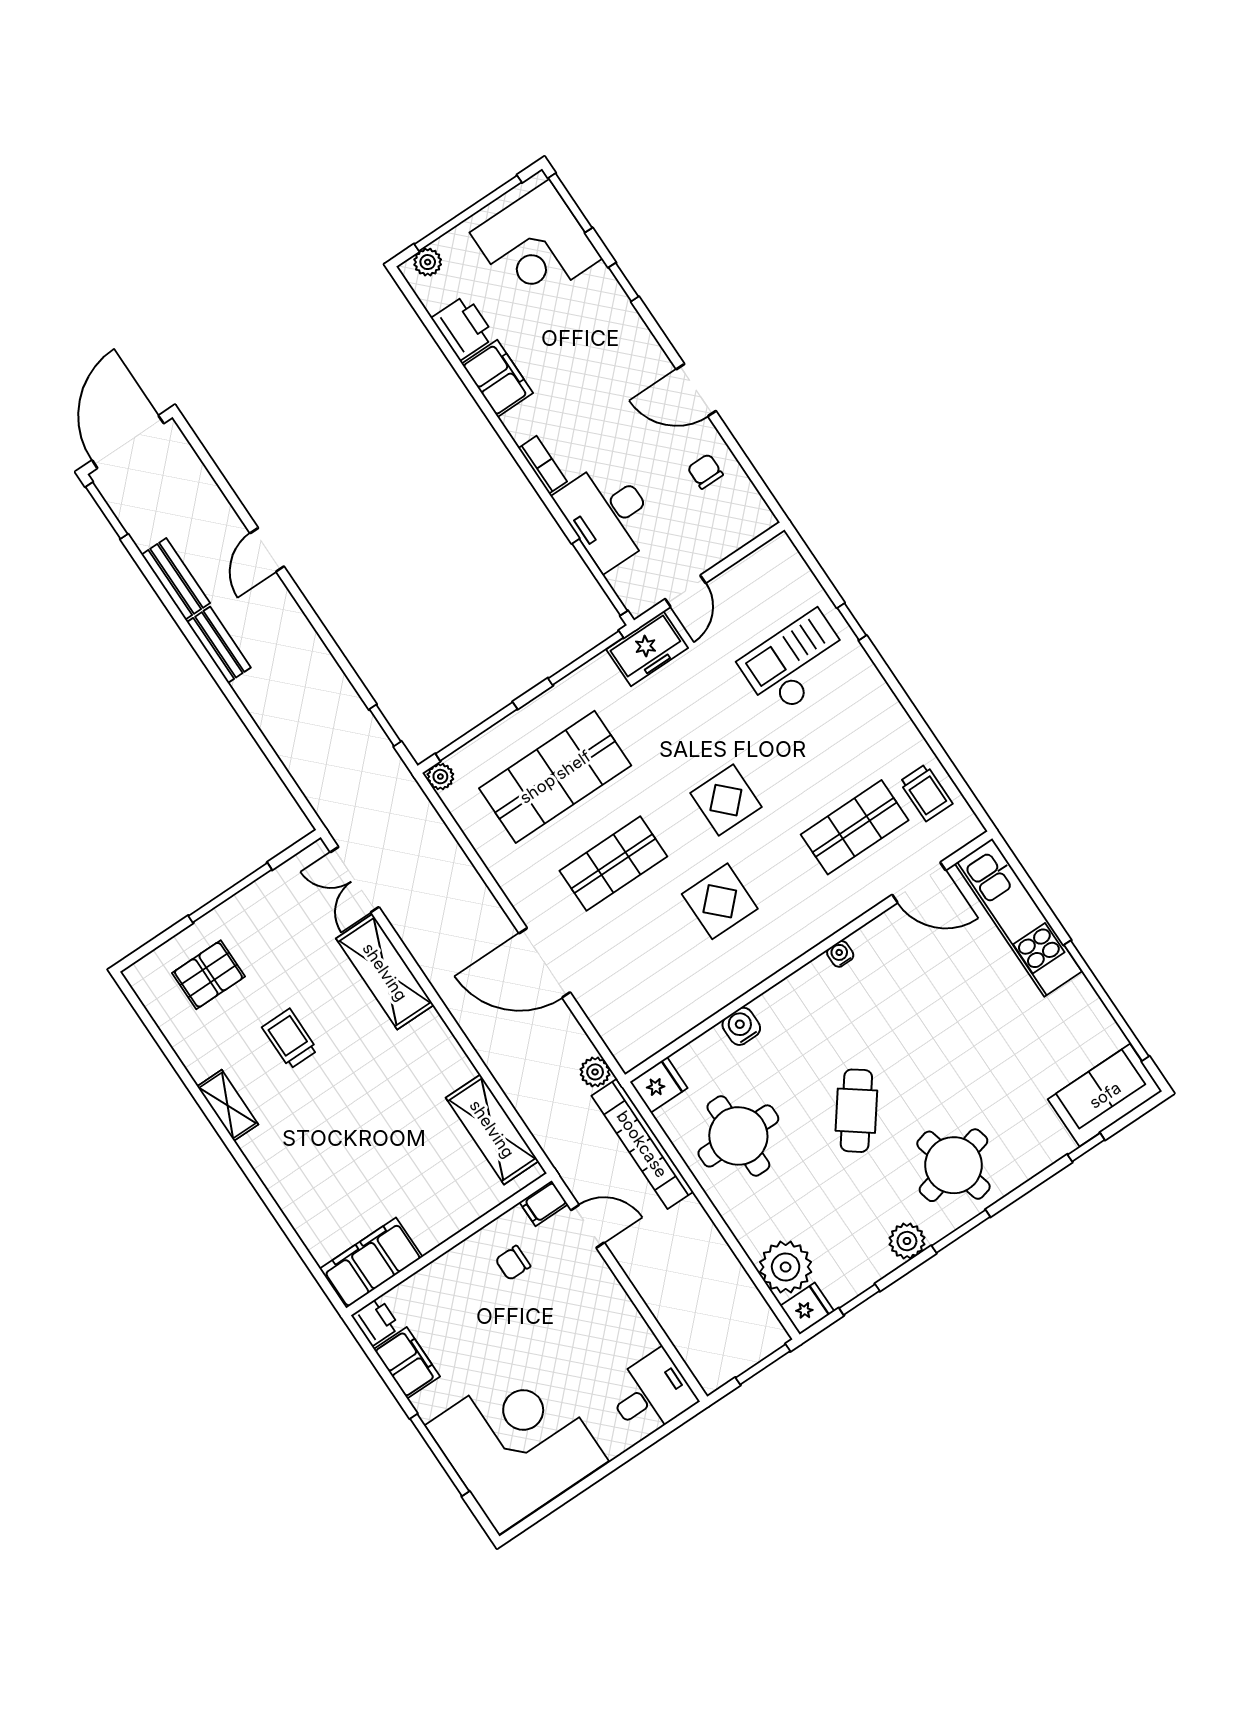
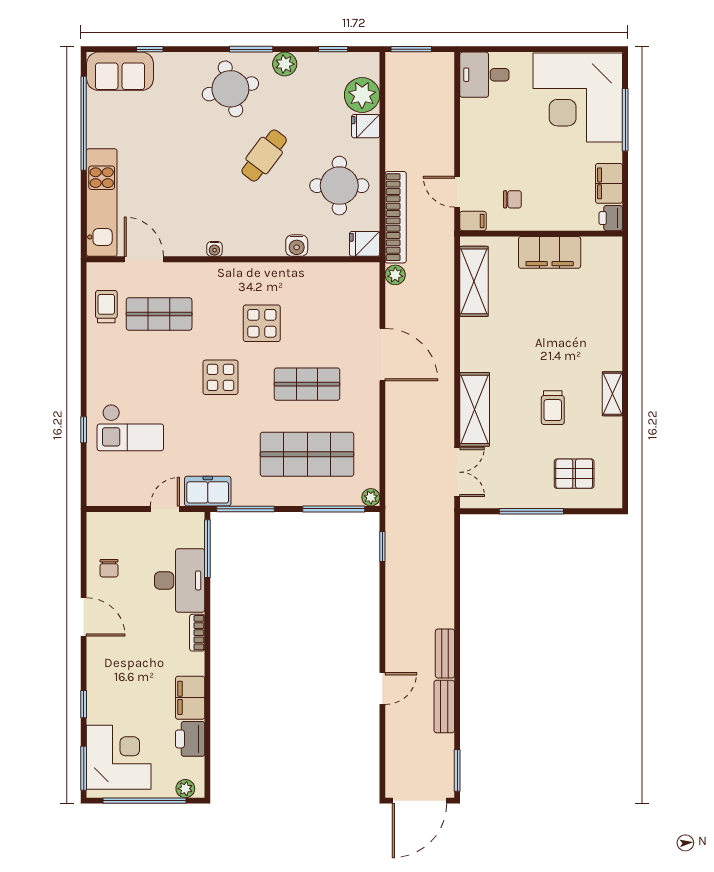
filing cabinet: (371, 1263) -> (550, 252), moved
fridge: (807, 1309) -> (366, 126), moved

